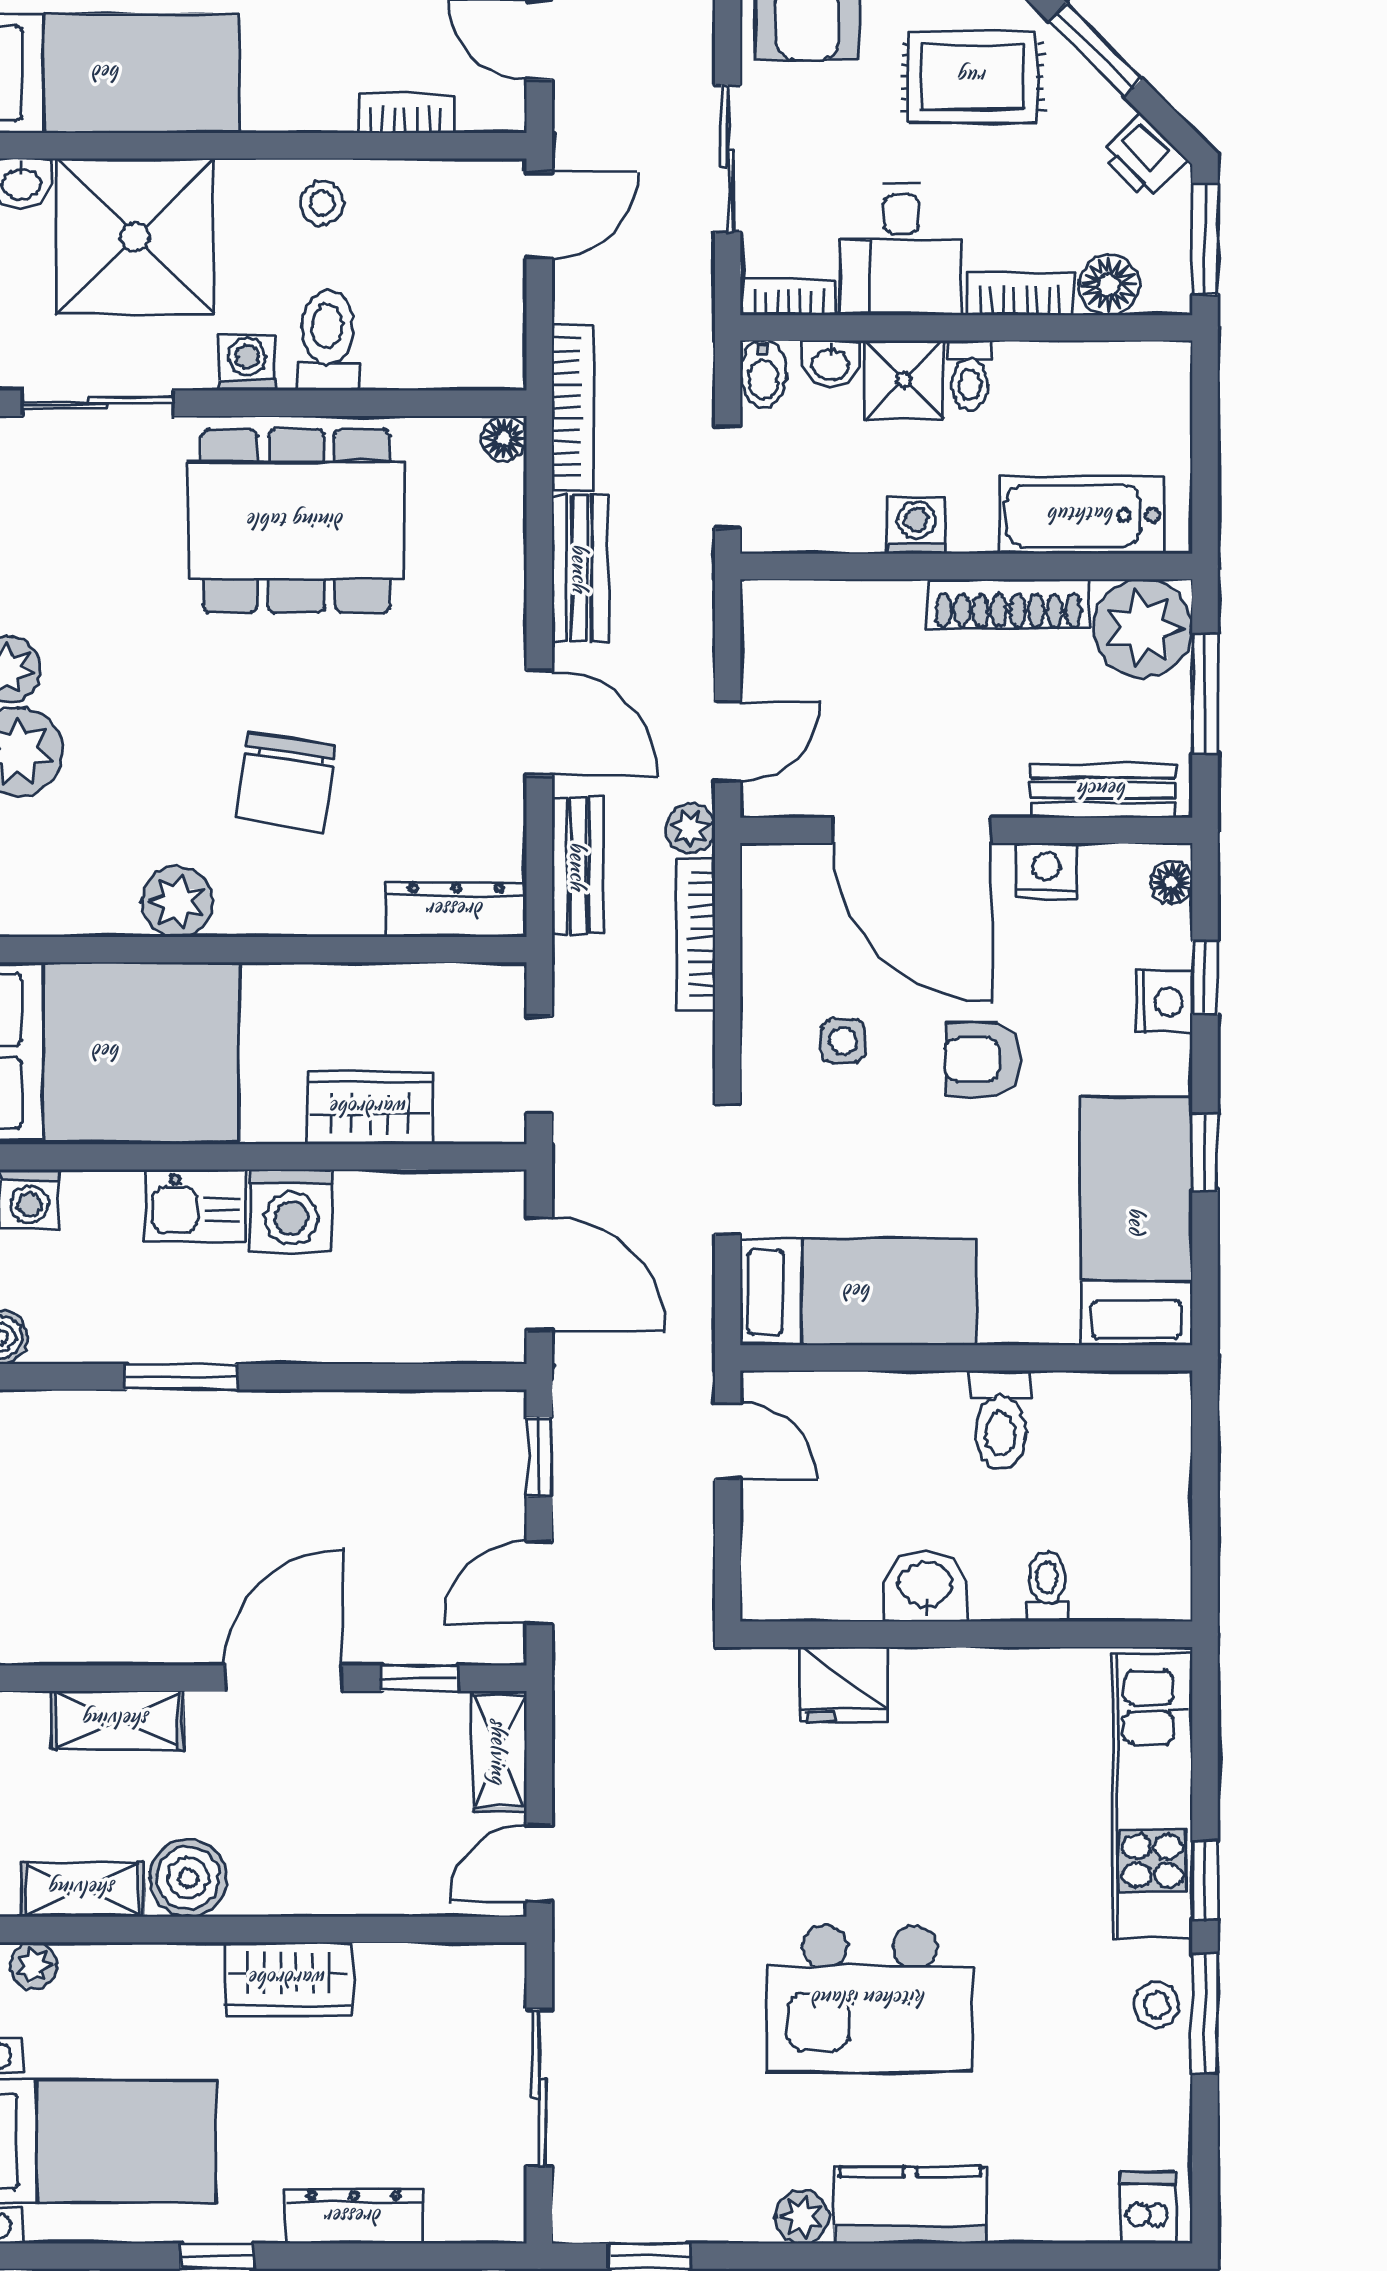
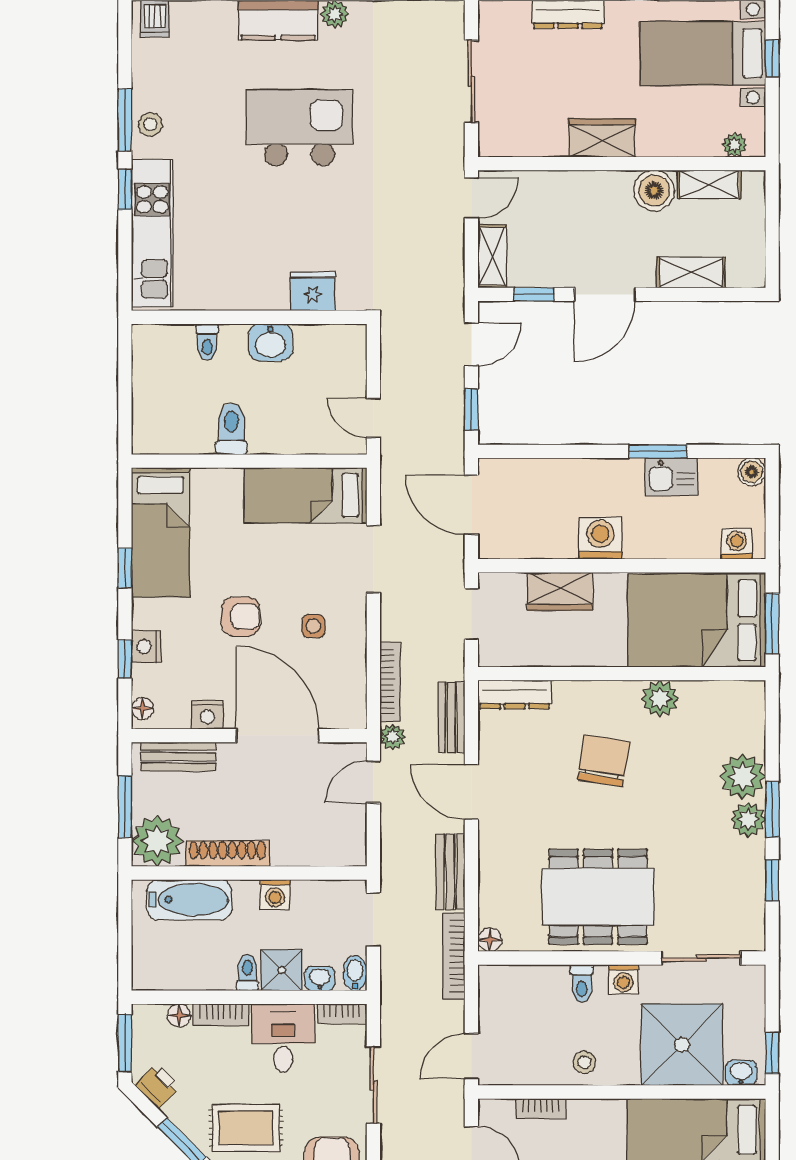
floor lamp: (1109, 285) -> (179, 1015), width x0.73, depth x0.73
toilet: (327, 340) -> (582, 983), width x0.73, depth x0.72
kitchen sink: (195, 1206) -> (671, 477), moved, turned 180

